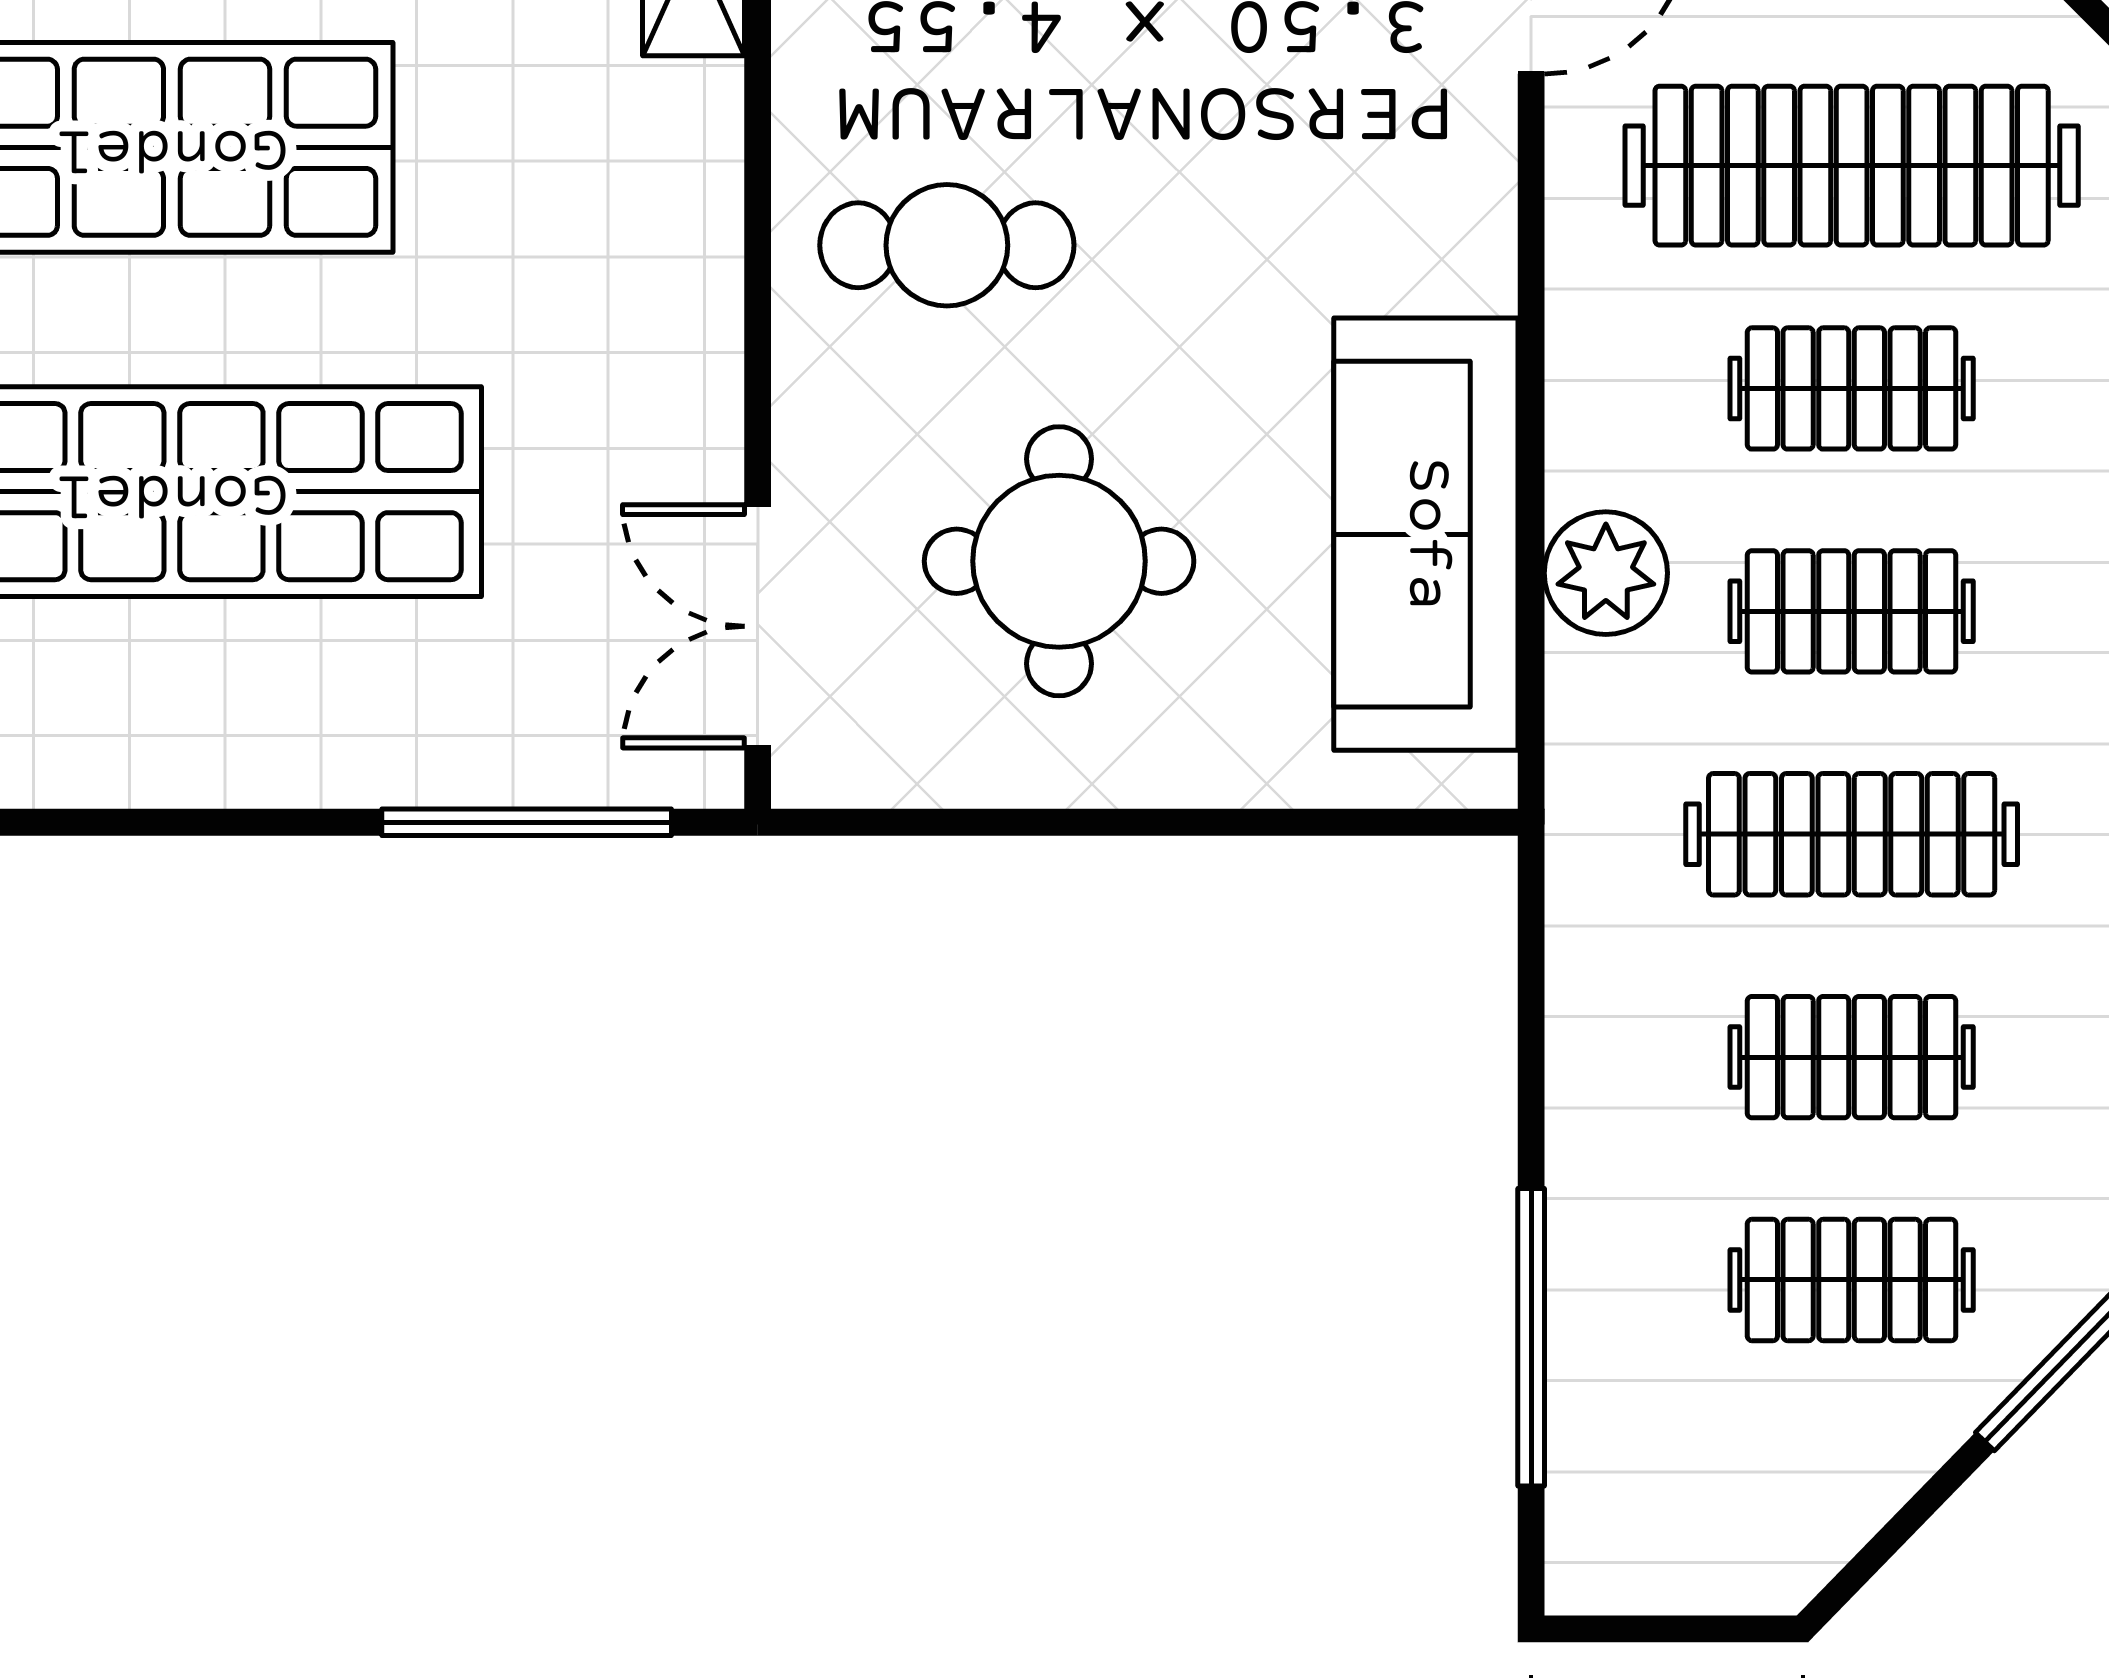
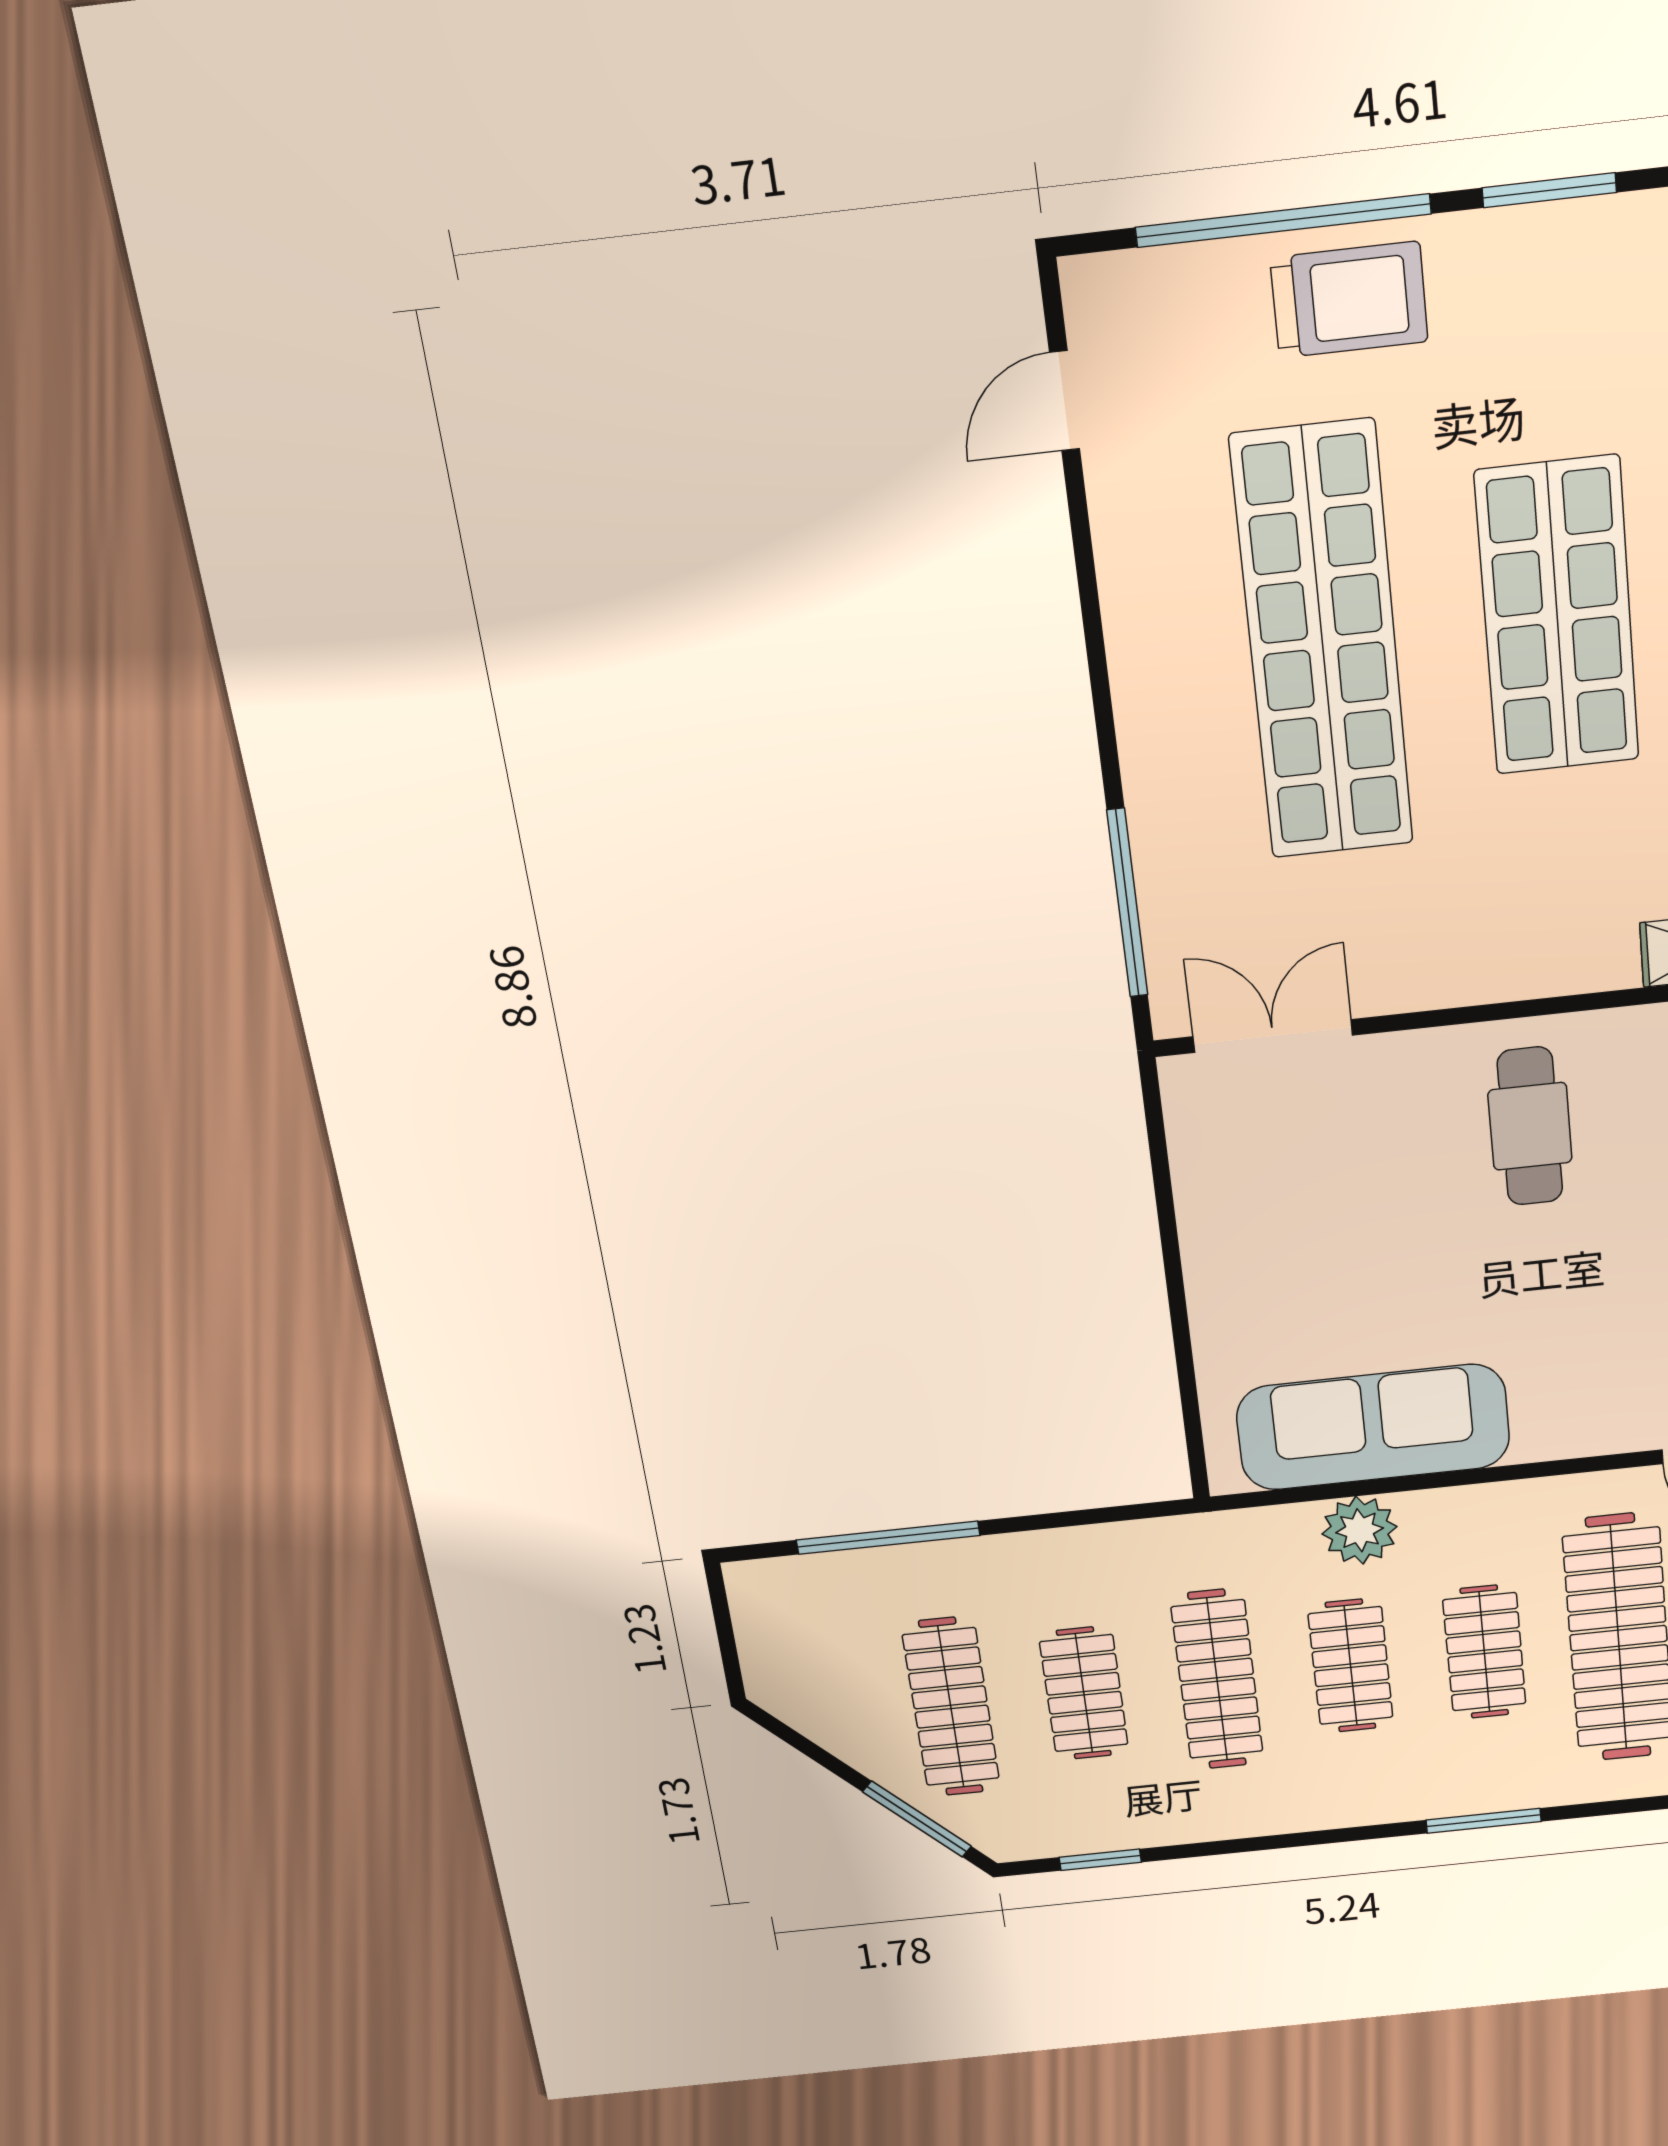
round table: (1059, 561) -> (1334, 1216), removed
clothes rail: (1852, 1280) -> (951, 1707), width x1.36

